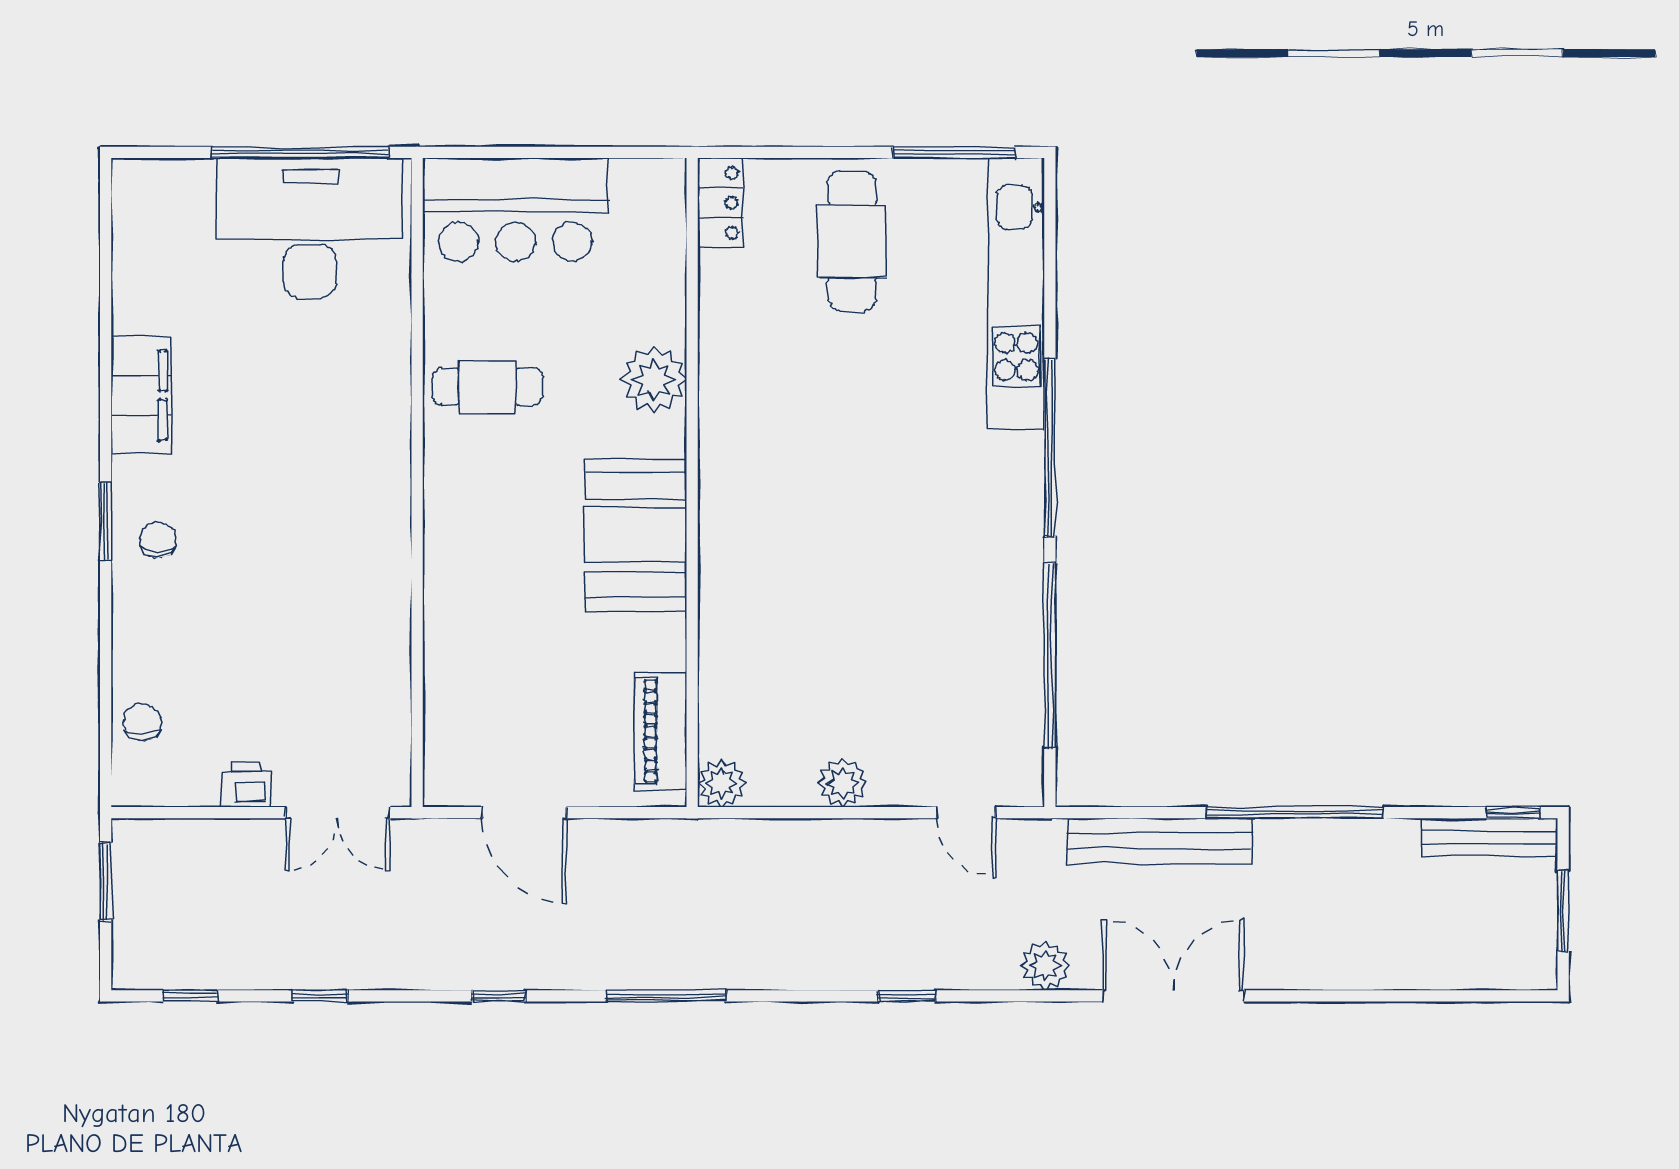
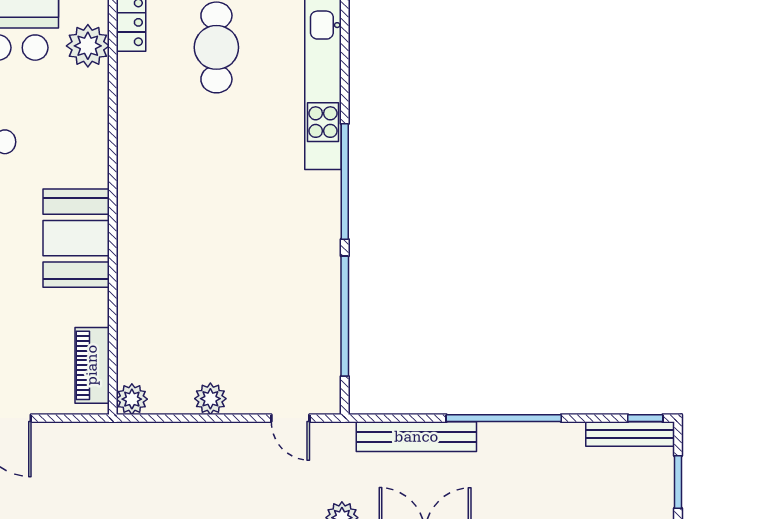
plant: (654, 380) -> (88, 46), moved

